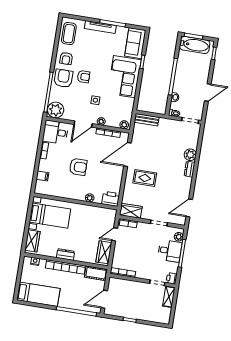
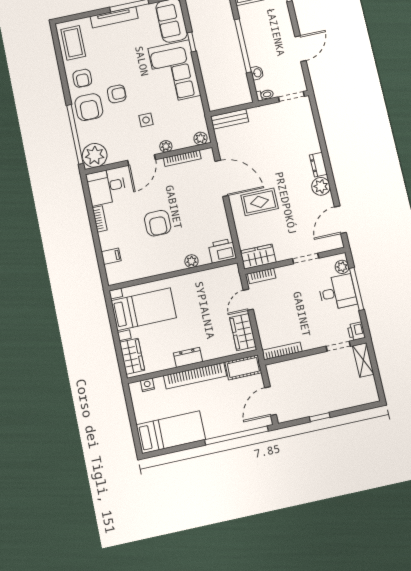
armchair: (63, 78) -> (89, 107), turned 180
door: (127, 155) -> (222, 178), swing flipped
plant: (190, 155) -> (321, 186), moved
armchair: (78, 167) -> (158, 223), turned 90

